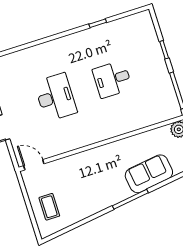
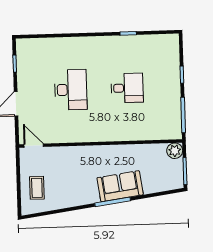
desk: (112, 79) -> (127, 88), turned 180
sofa: (149, 174) -> (120, 186), moved

